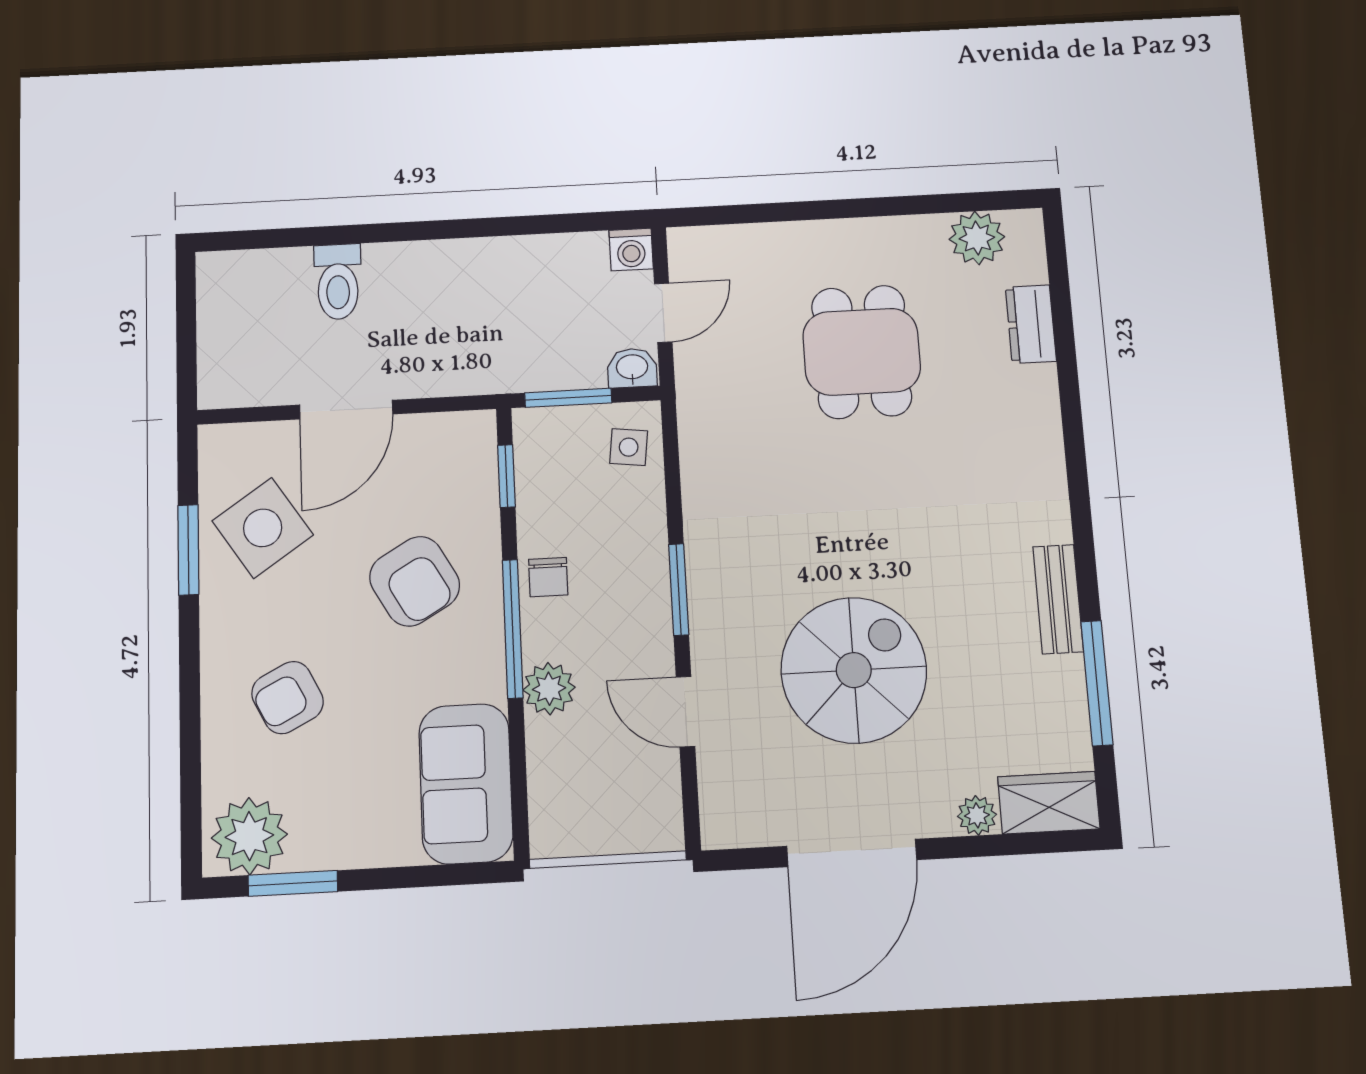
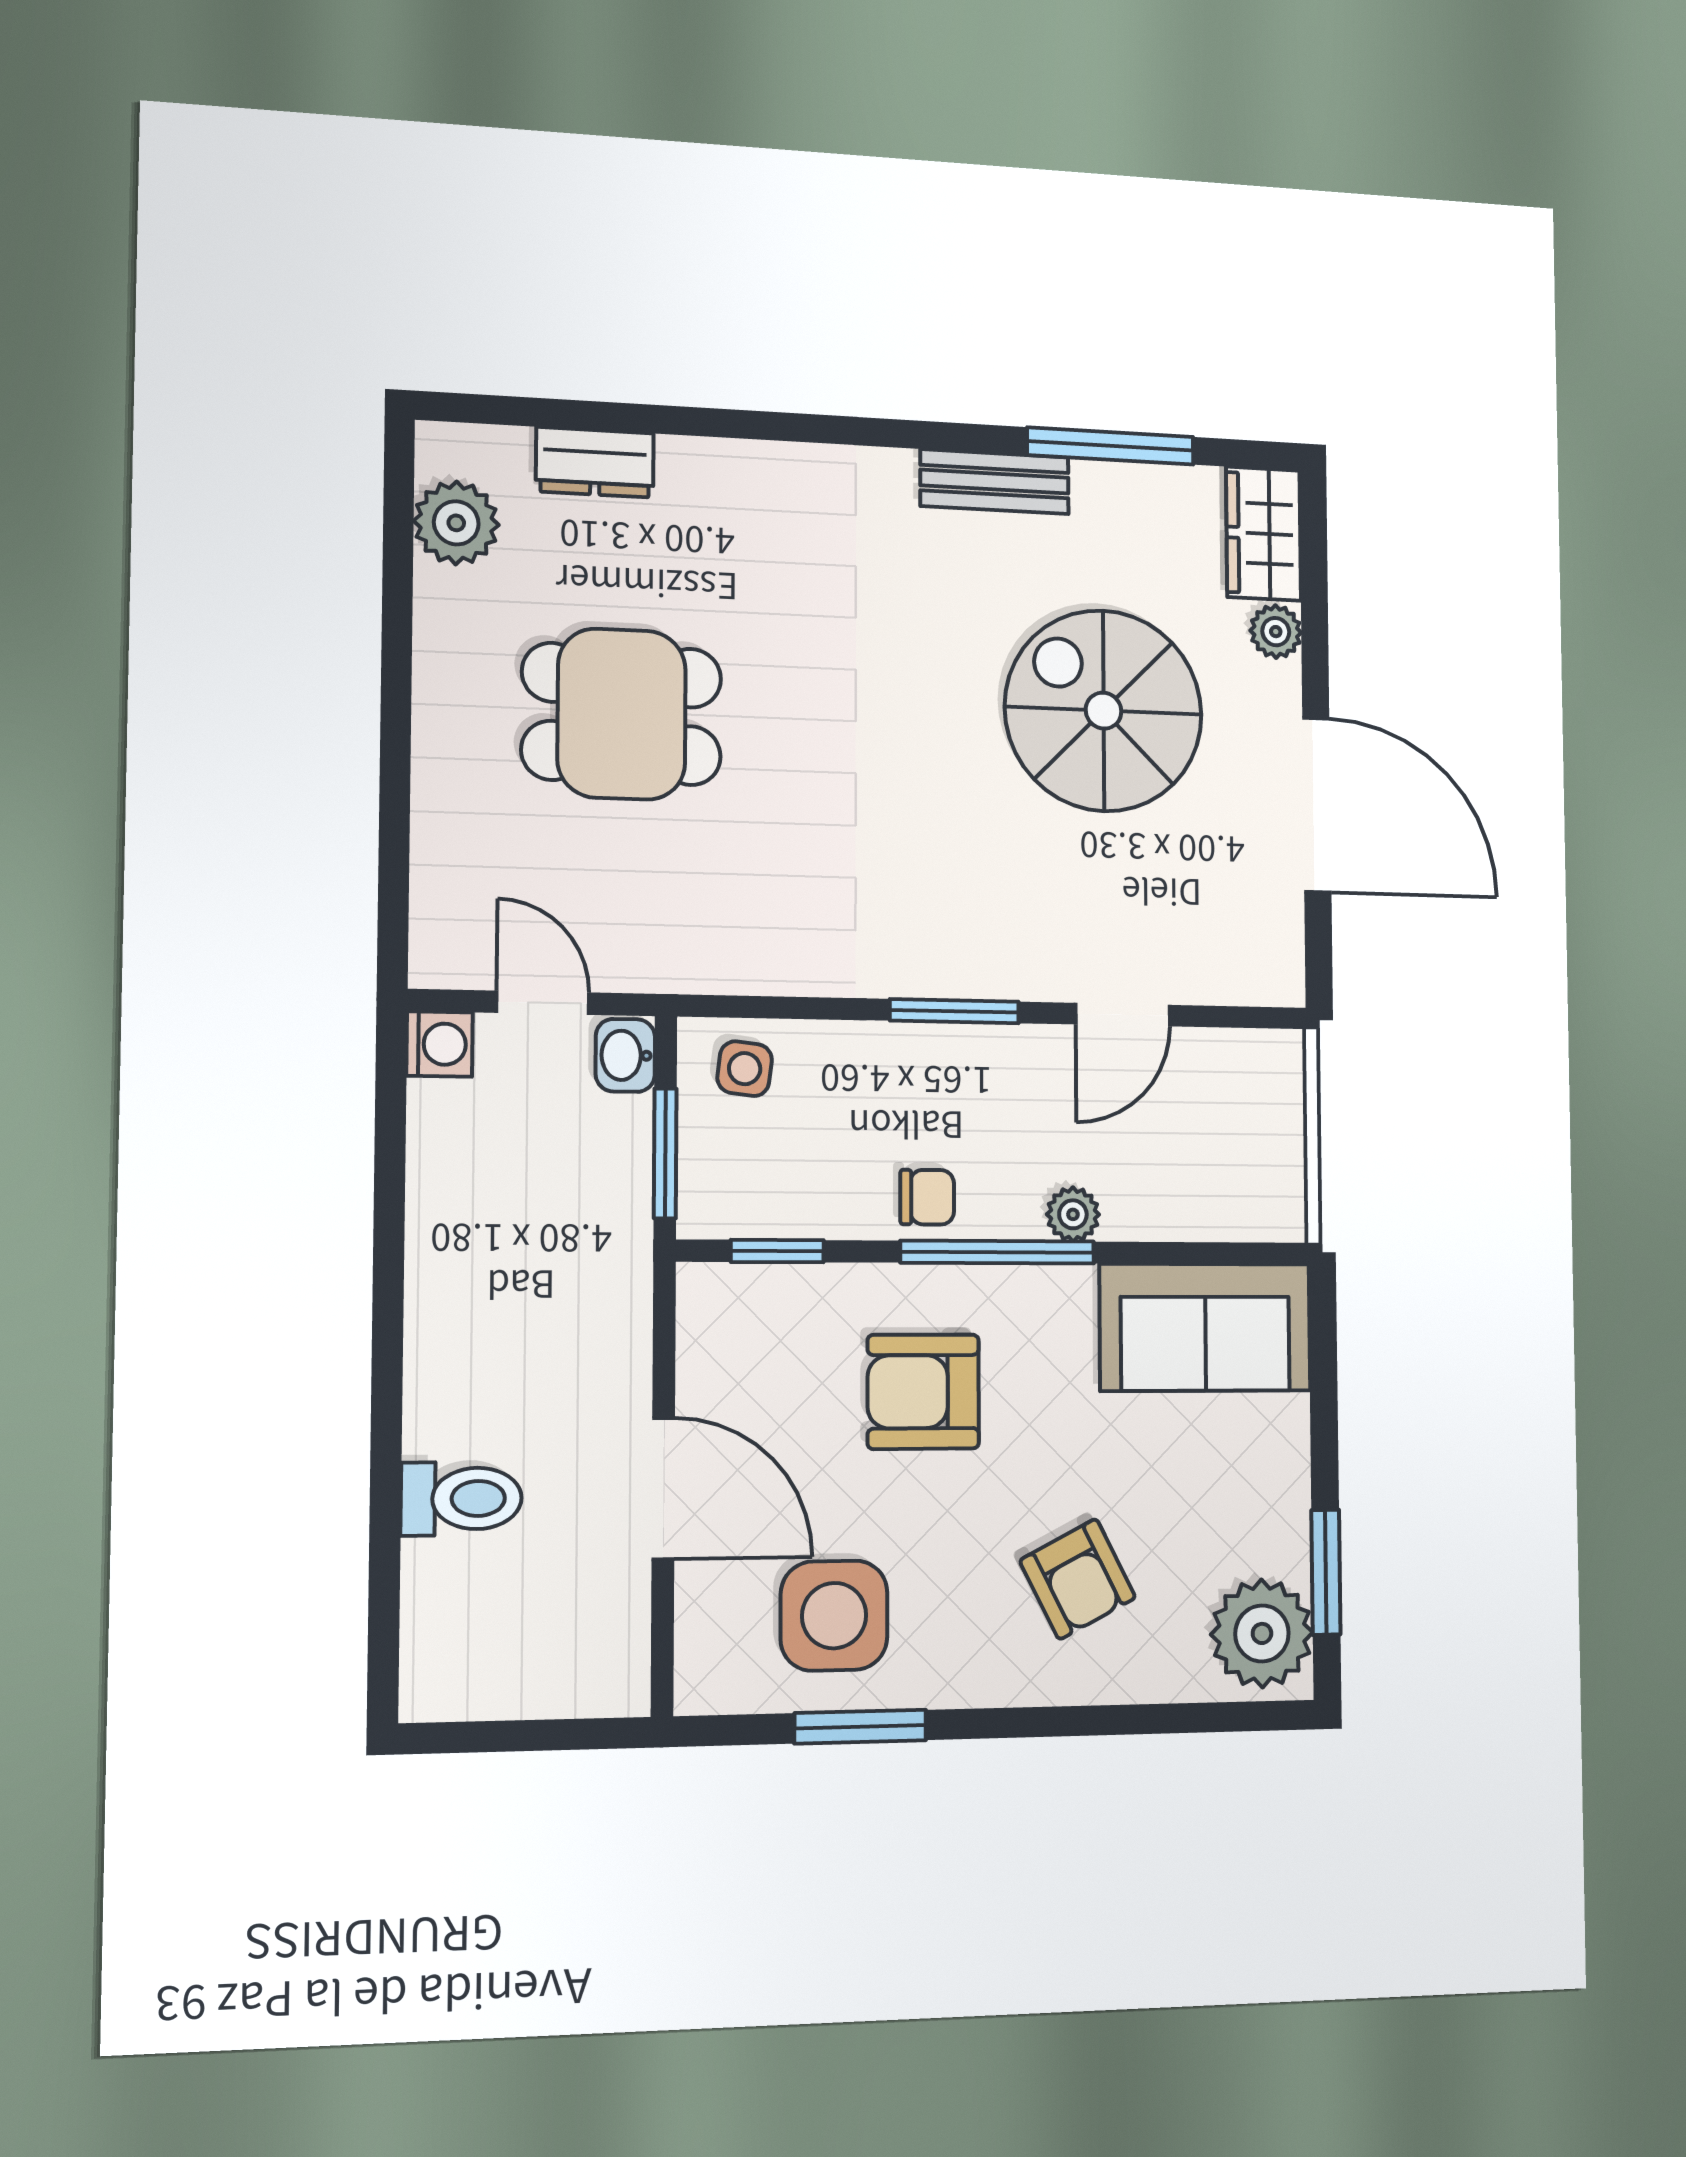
side table: (263, 528) -> (834, 1616), turned 34
armchair: (415, 581) -> (923, 1392), turned -150
spiral stairs: (854, 670) -> (1103, 711), moved
plant: (549, 689) -> (1073, 1214), width x0.73, depth x0.73

